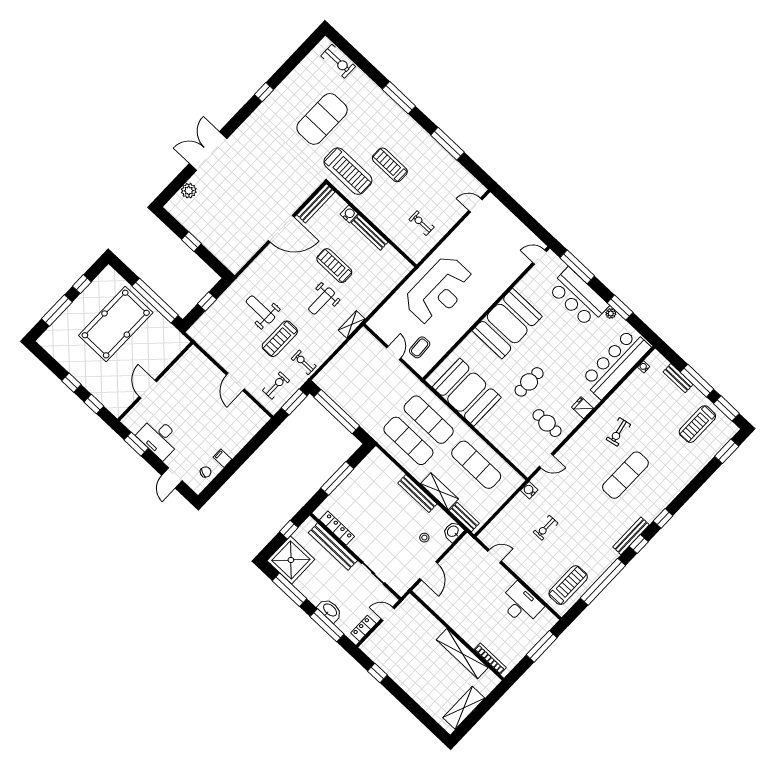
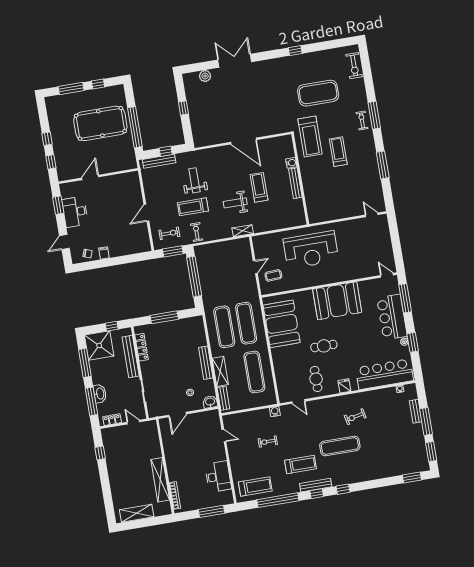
bench: (316, 203) -> (159, 161), moved
exercise bike: (422, 223) -> (362, 120), moved
treadmill: (697, 424) -> (300, 464), moved, turned 180

